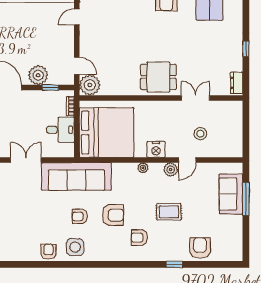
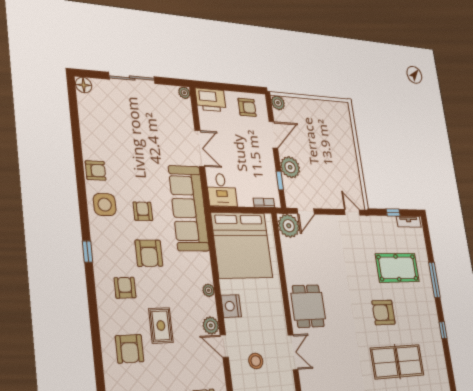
desk: (60, 130) -> (222, 190), moved
armchair: (200, 248) -> (130, 349), moved, turned 90
window: (174, 264) -> (88, 252), moved

